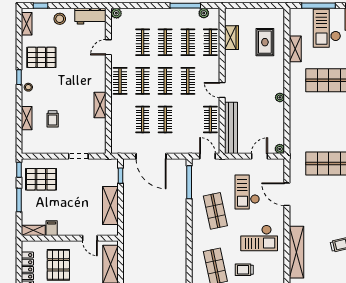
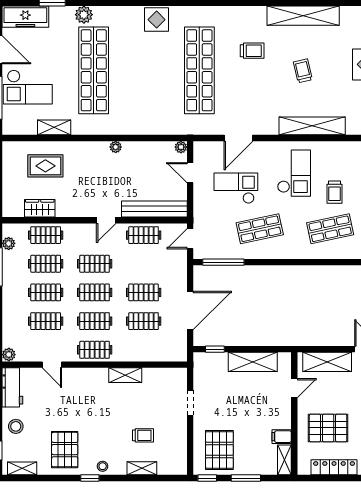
checkout: (247, 192) -> (236, 188), turned 180

